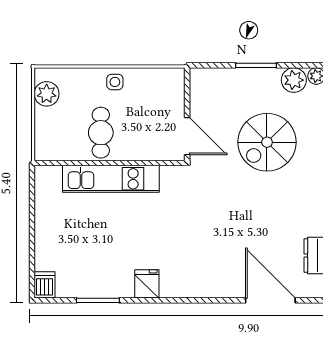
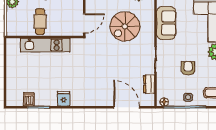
door: (187, 136) -> (84, 23), hinge flipped
dishwasher: (45, 285) -> (29, 99), moved

